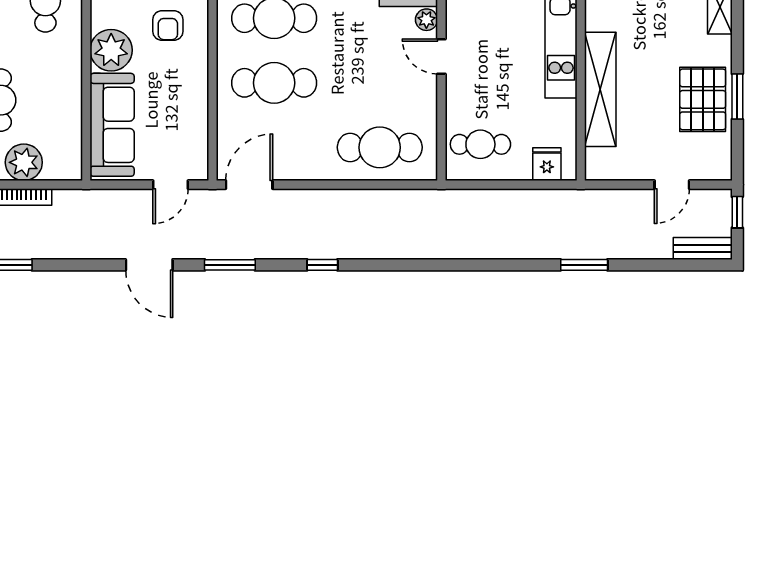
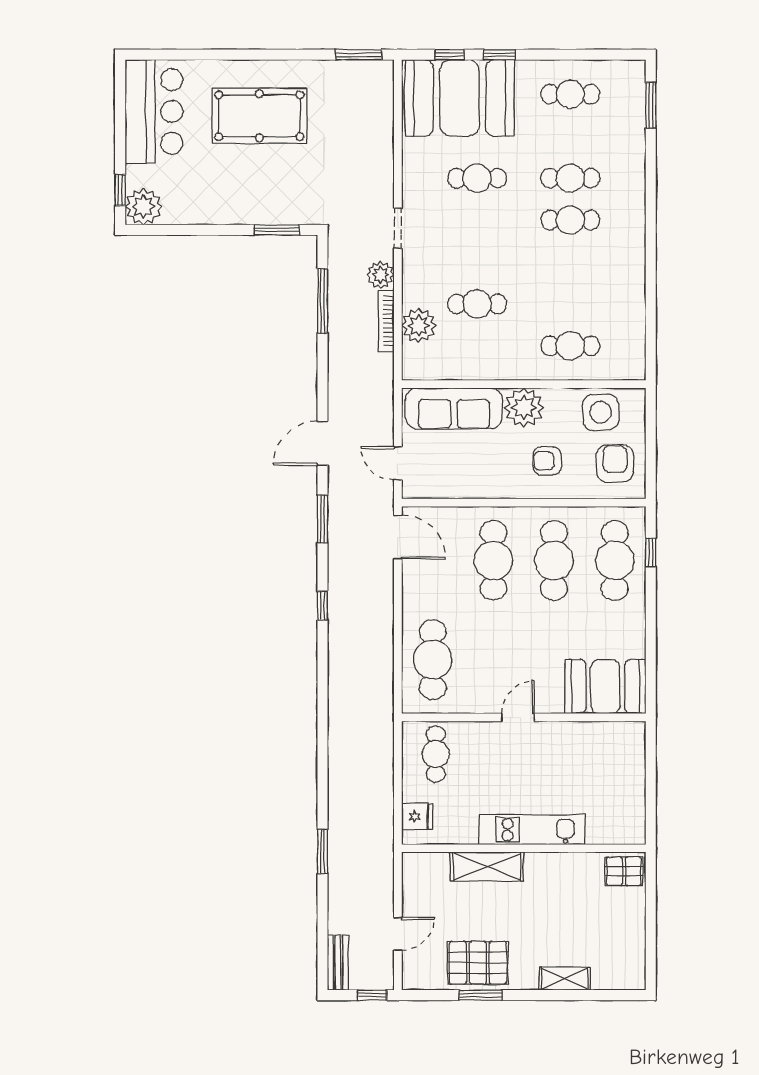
plant: (426, 20) -> (553, 703), removed
shelving: (600, 89) -> (487, 867), width x0.68
door: (672, 185) -> (398, 934), swing flipped

